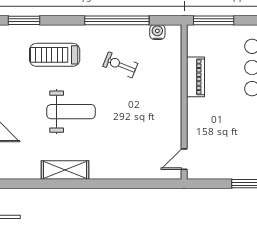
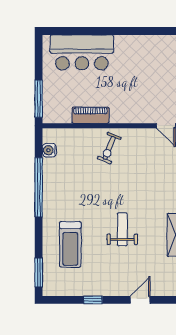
exercise bike: (120, 65) -> (109, 148), moved
weight bench: (71, 112) -> (122, 229), width x0.73, depth x0.75

